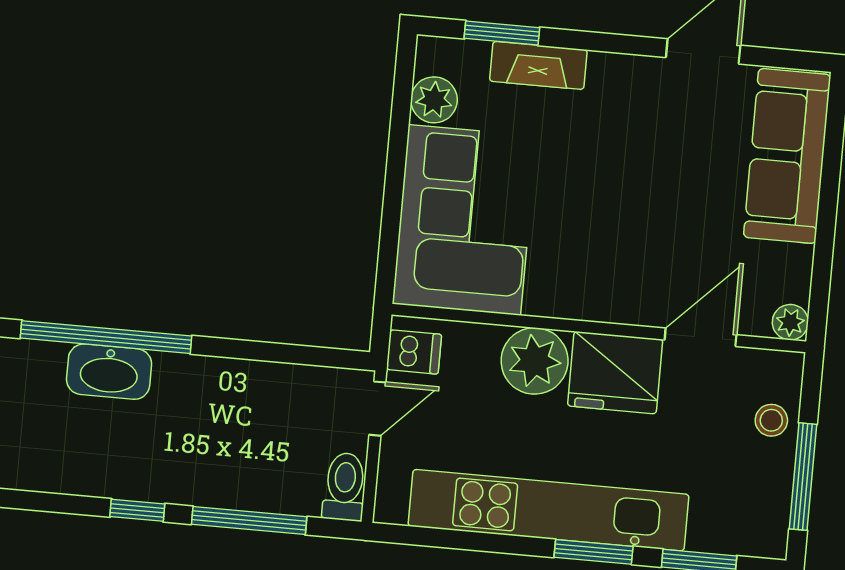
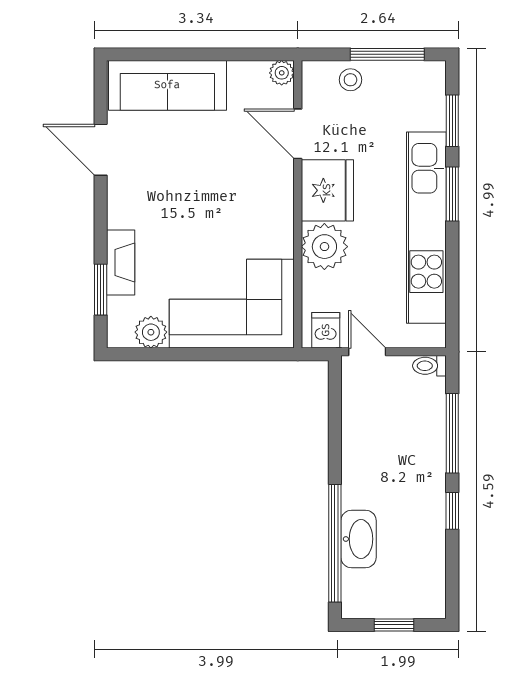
toilet: (345, 487) -> (429, 366), width x0.73, depth x0.72

